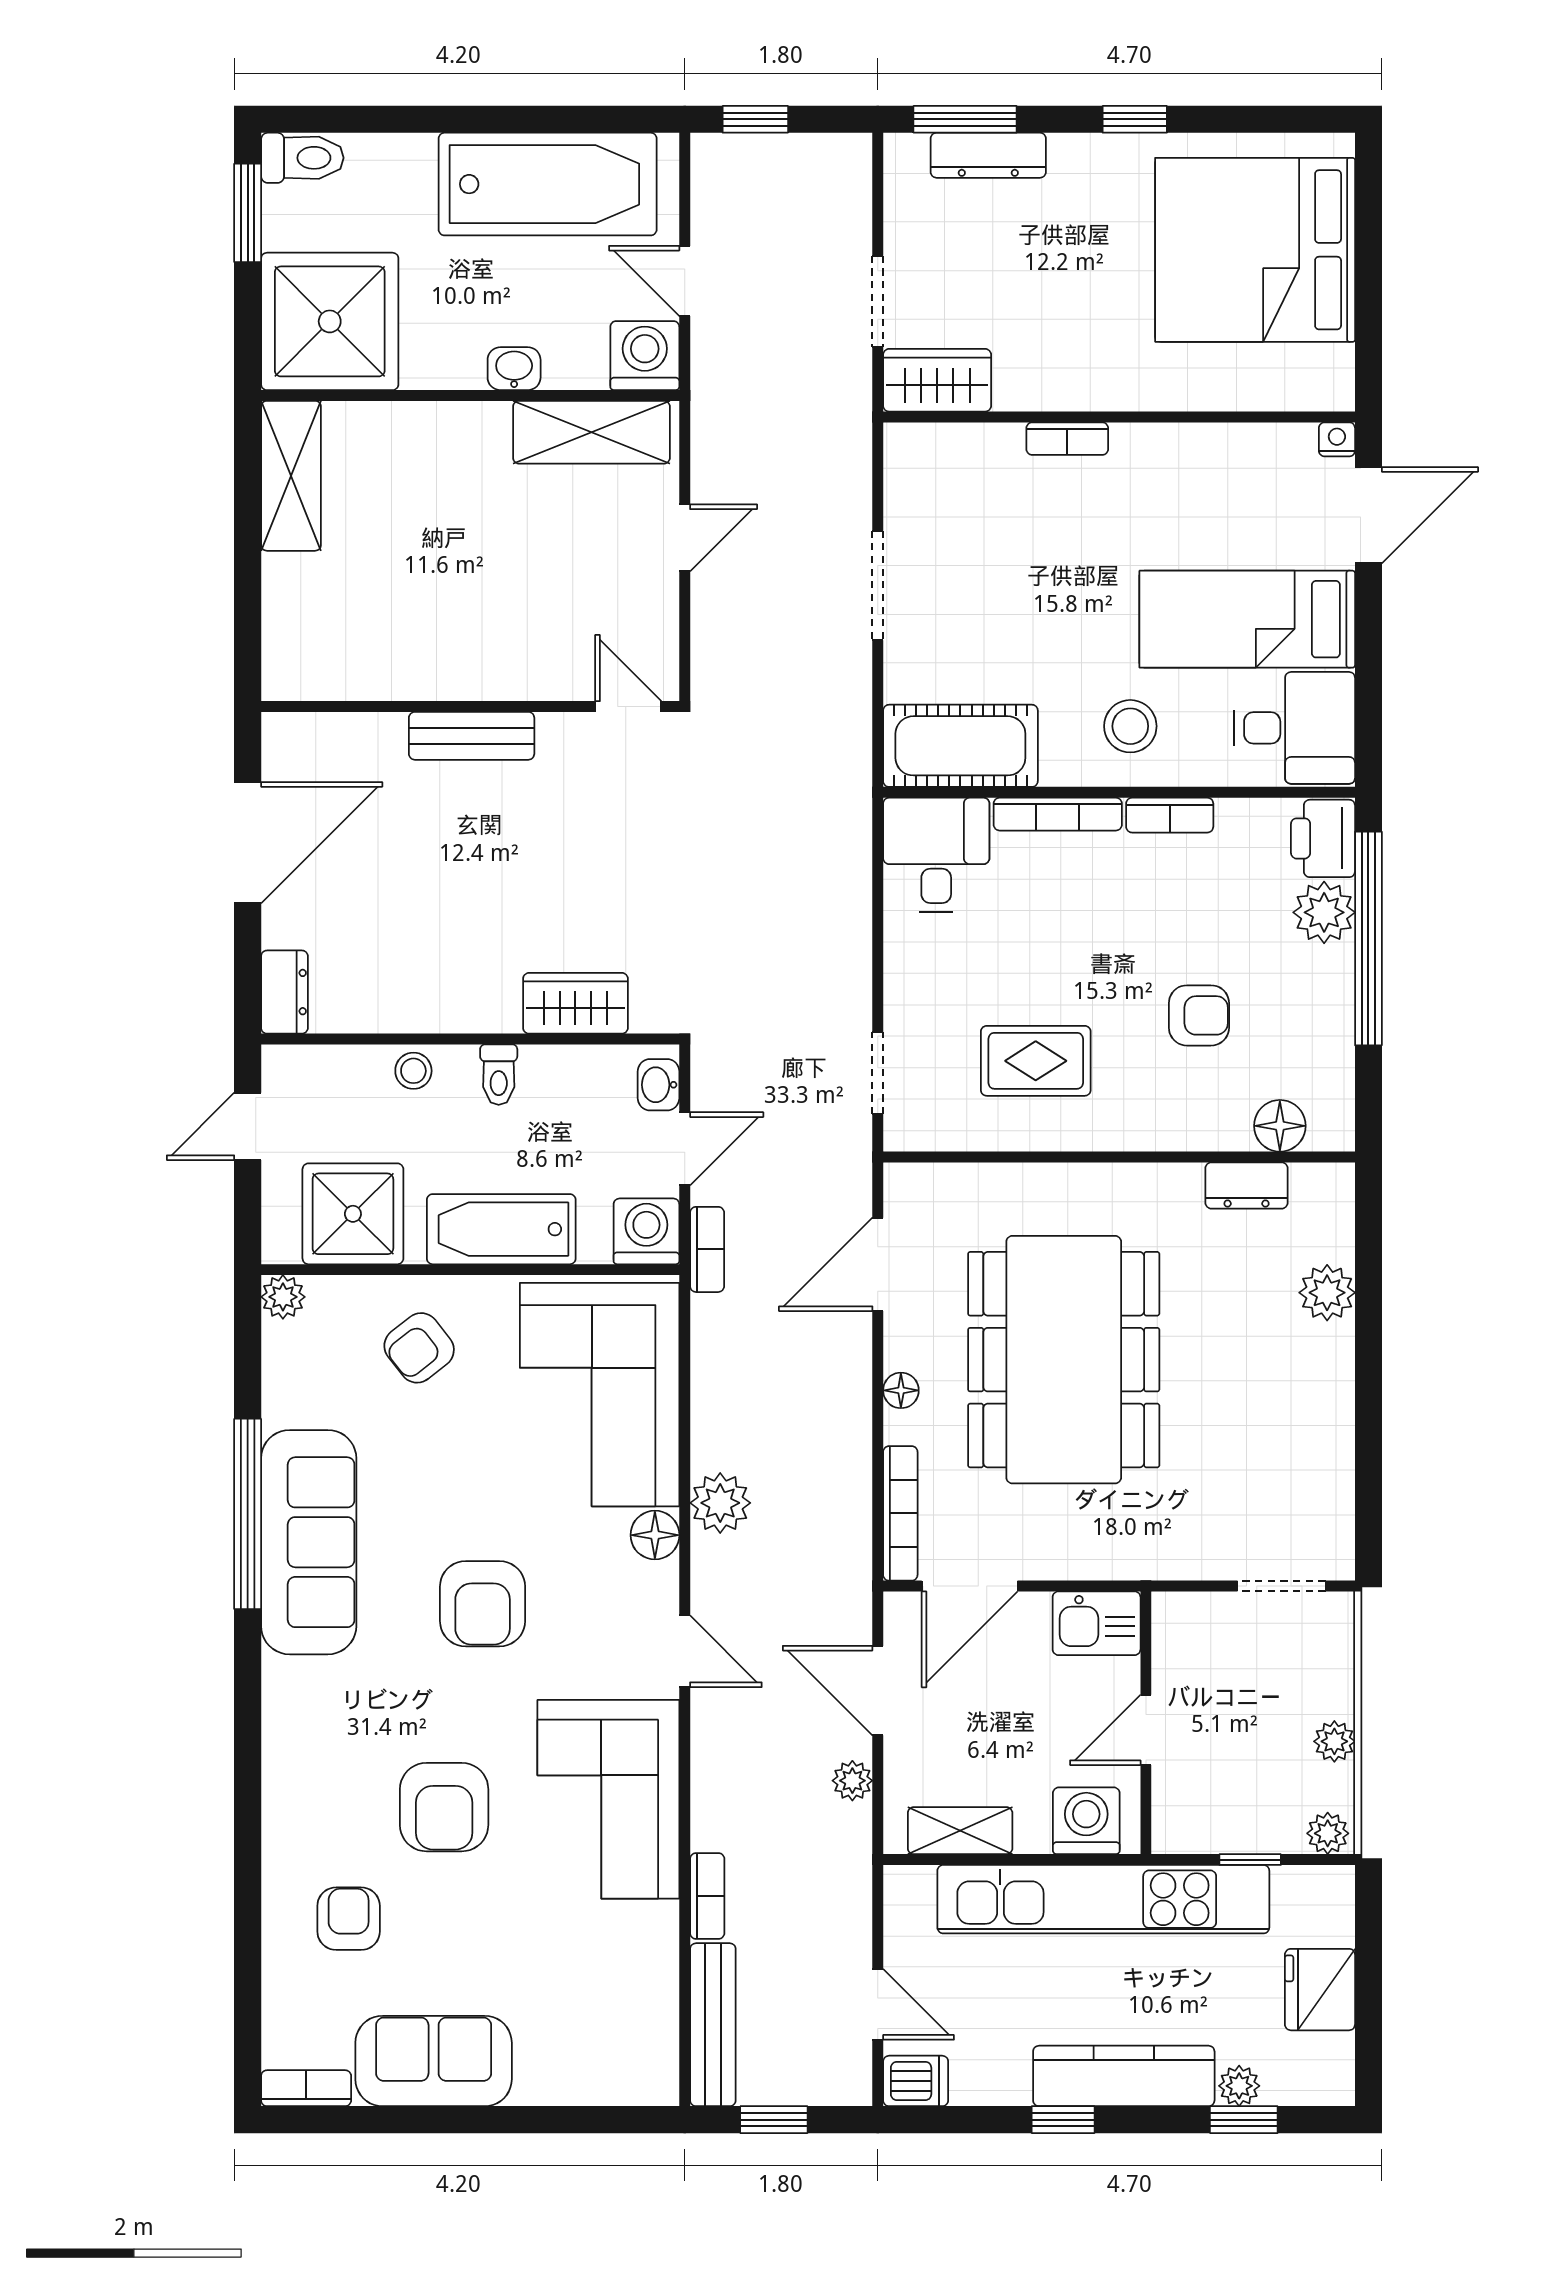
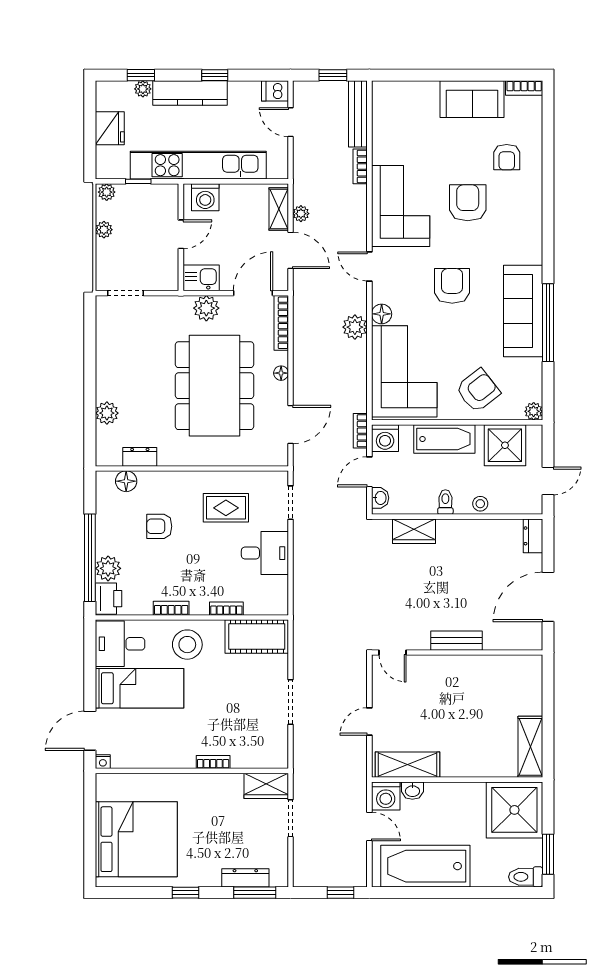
washbasin: (514, 369) -> (412, 791), moved
stool: (1130, 726) -> (187, 645), width x1.38, depth x1.38
bookcase: (1058, 814) -> (226, 609), width x0.64
desk: (936, 855) -> (265, 553), moved, turned -90
armchair: (419, 1348) -> (478, 390), width x1.38, depth x1.38
plant: (1084, 1549) -> (206, 308), added
shelving: (960, 1831) -> (279, 209), moved, turned 90

